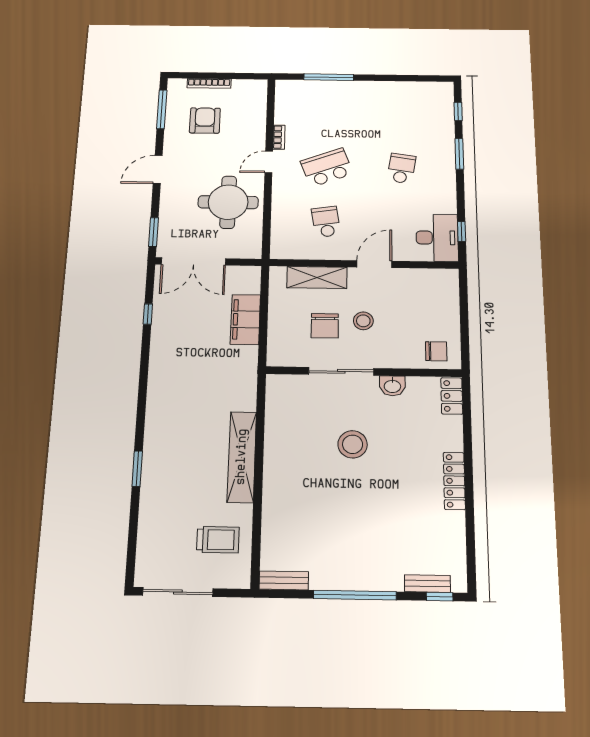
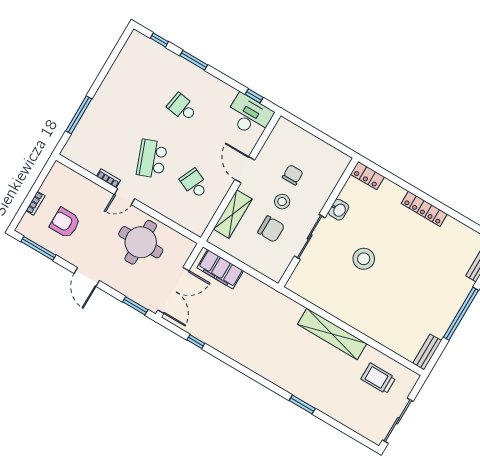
bookcase: (209, 83) -> (35, 203), width x0.64
door: (269, 162) -> (125, 197), hinge flipped
school desk: (326, 222) -> (194, 184), turned 33
filing cabinet: (245, 319) -> (220, 269), moved
chair: (436, 351) -> (293, 175), moved
trolley: (218, 540) -> (378, 379), turned -90

